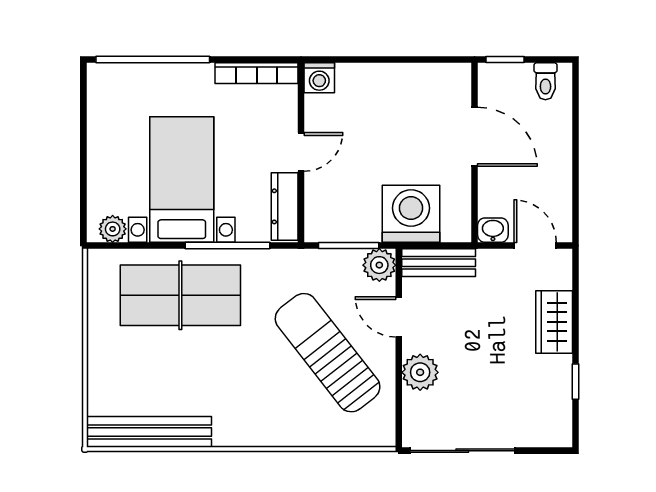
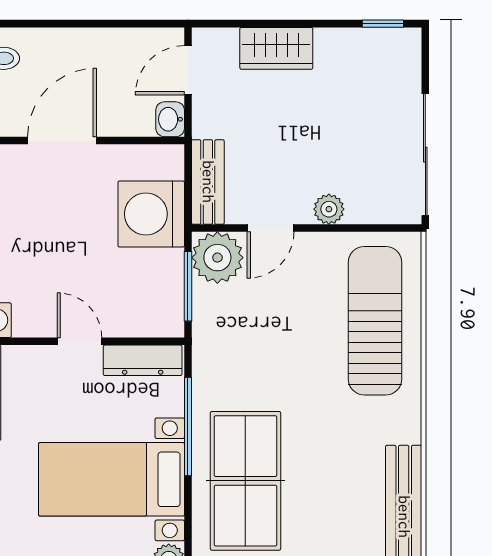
plant: (379, 265) -> (217, 258), width x1.36, depth x1.36
sun lounger: (328, 353) -> (375, 321), moved, turned 128
plant: (420, 372) -> (329, 209), width x0.73, depth x0.73
window: (576, 382) -> (383, 24), moved

